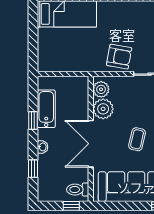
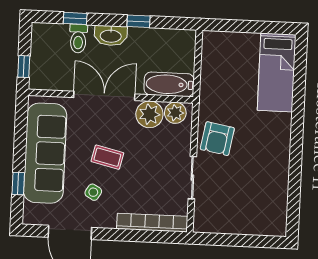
bathtub: (46, 109) -> (169, 84), moved, turned 180
washbasin: (42, 147) -> (111, 36), width x1.91, depth x1.45
toilet: (78, 190) -> (78, 39), moved, turned 180

